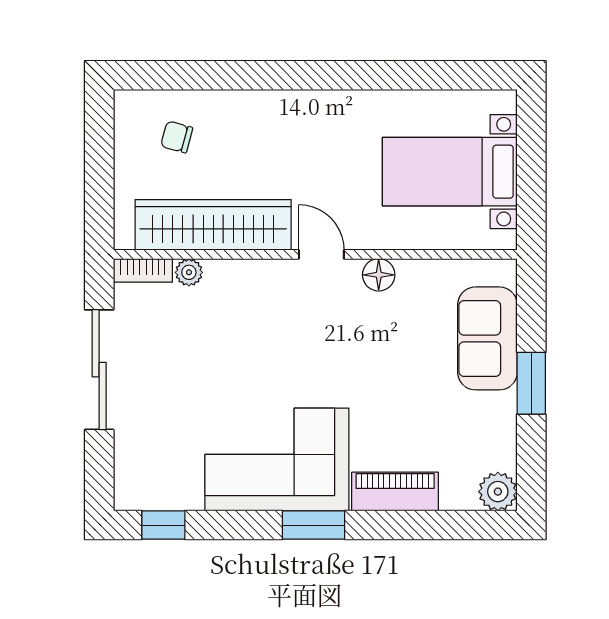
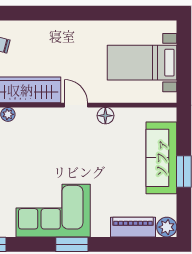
sofa: (487, 338) -> (161, 158), width x1.36
piano: (395, 492) -> (133, 227), moved

